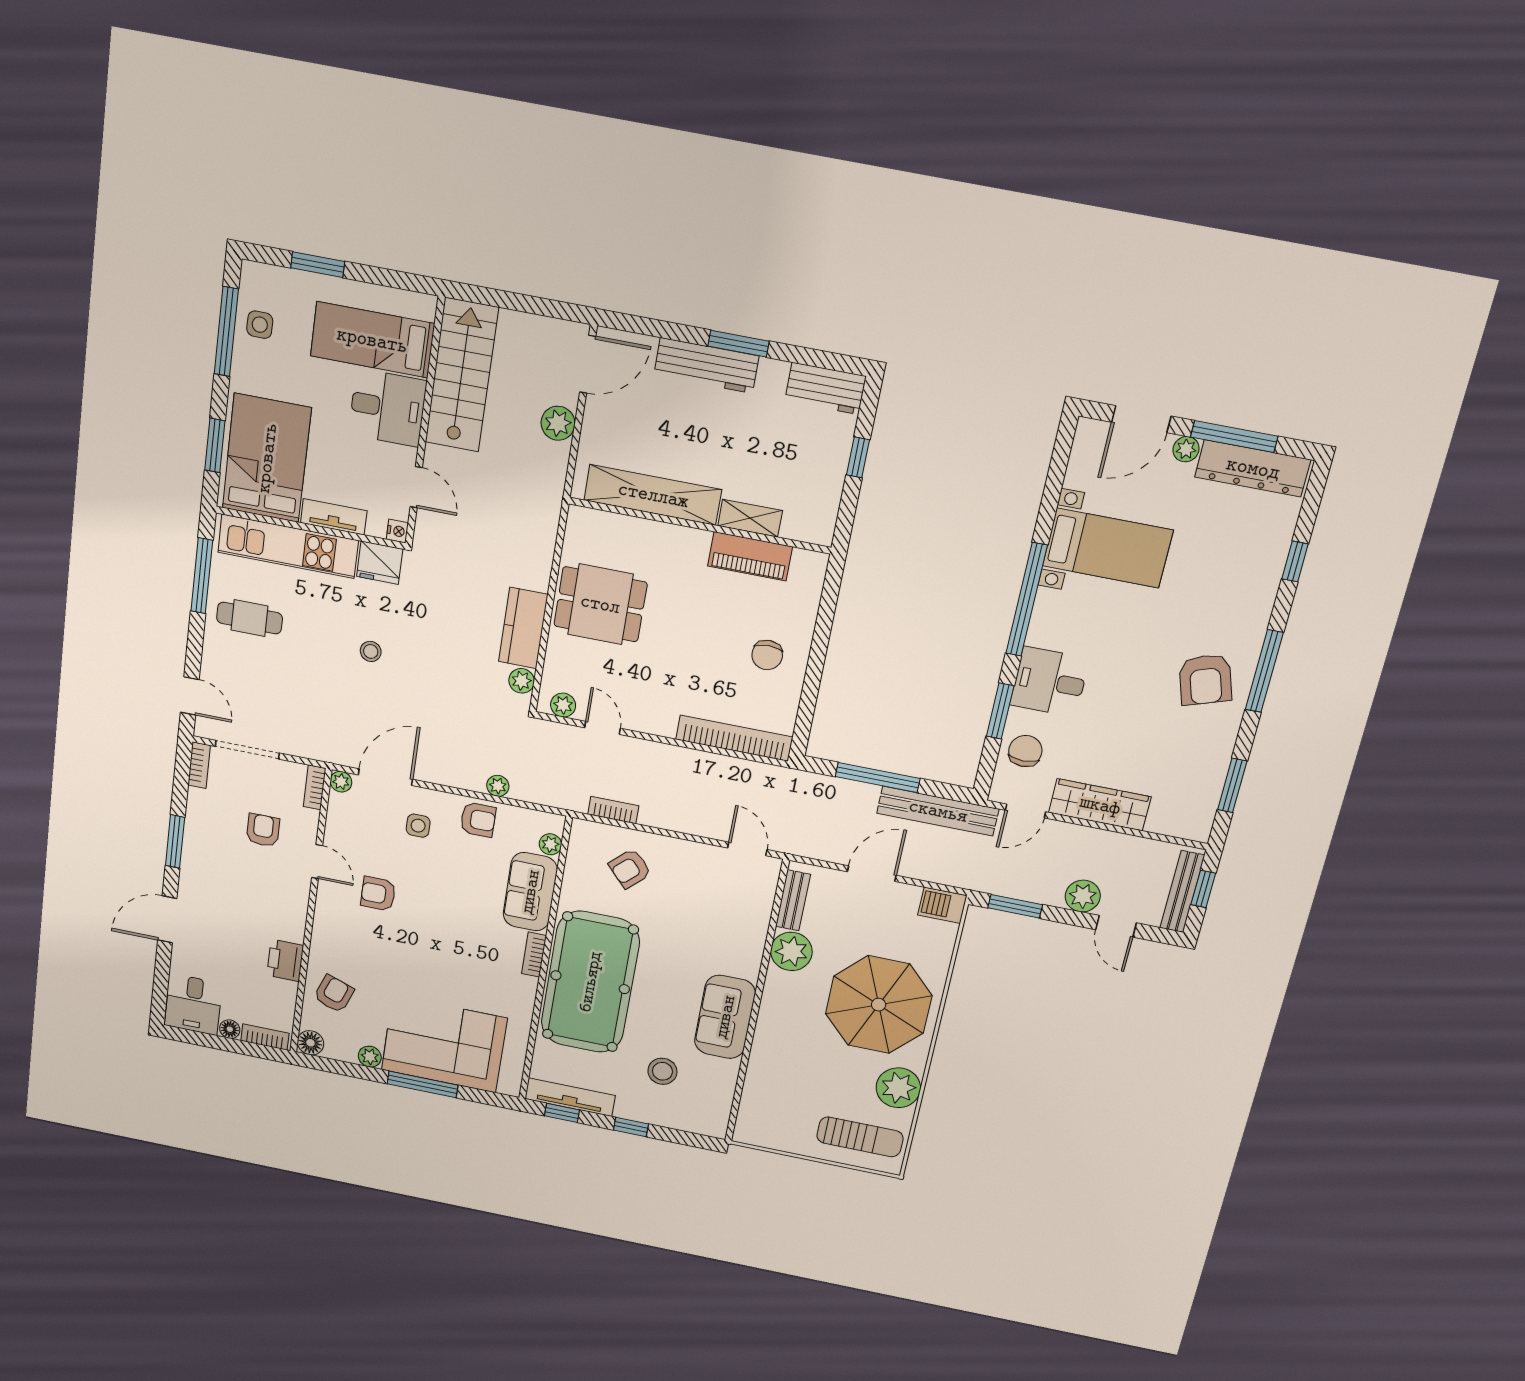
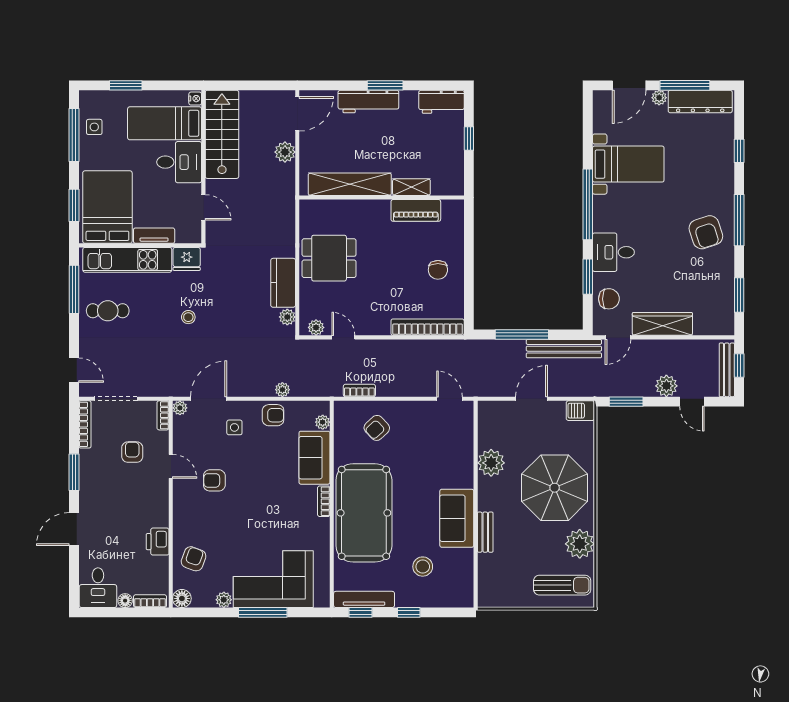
nightstand: (397, 531) -> (195, 99), moved
chair: (1025, 751) -> (609, 299), turned 90
bookcase: (199, 765) -> (85, 424), width x1.56
bench: (793, 900) -> (485, 532), moved

